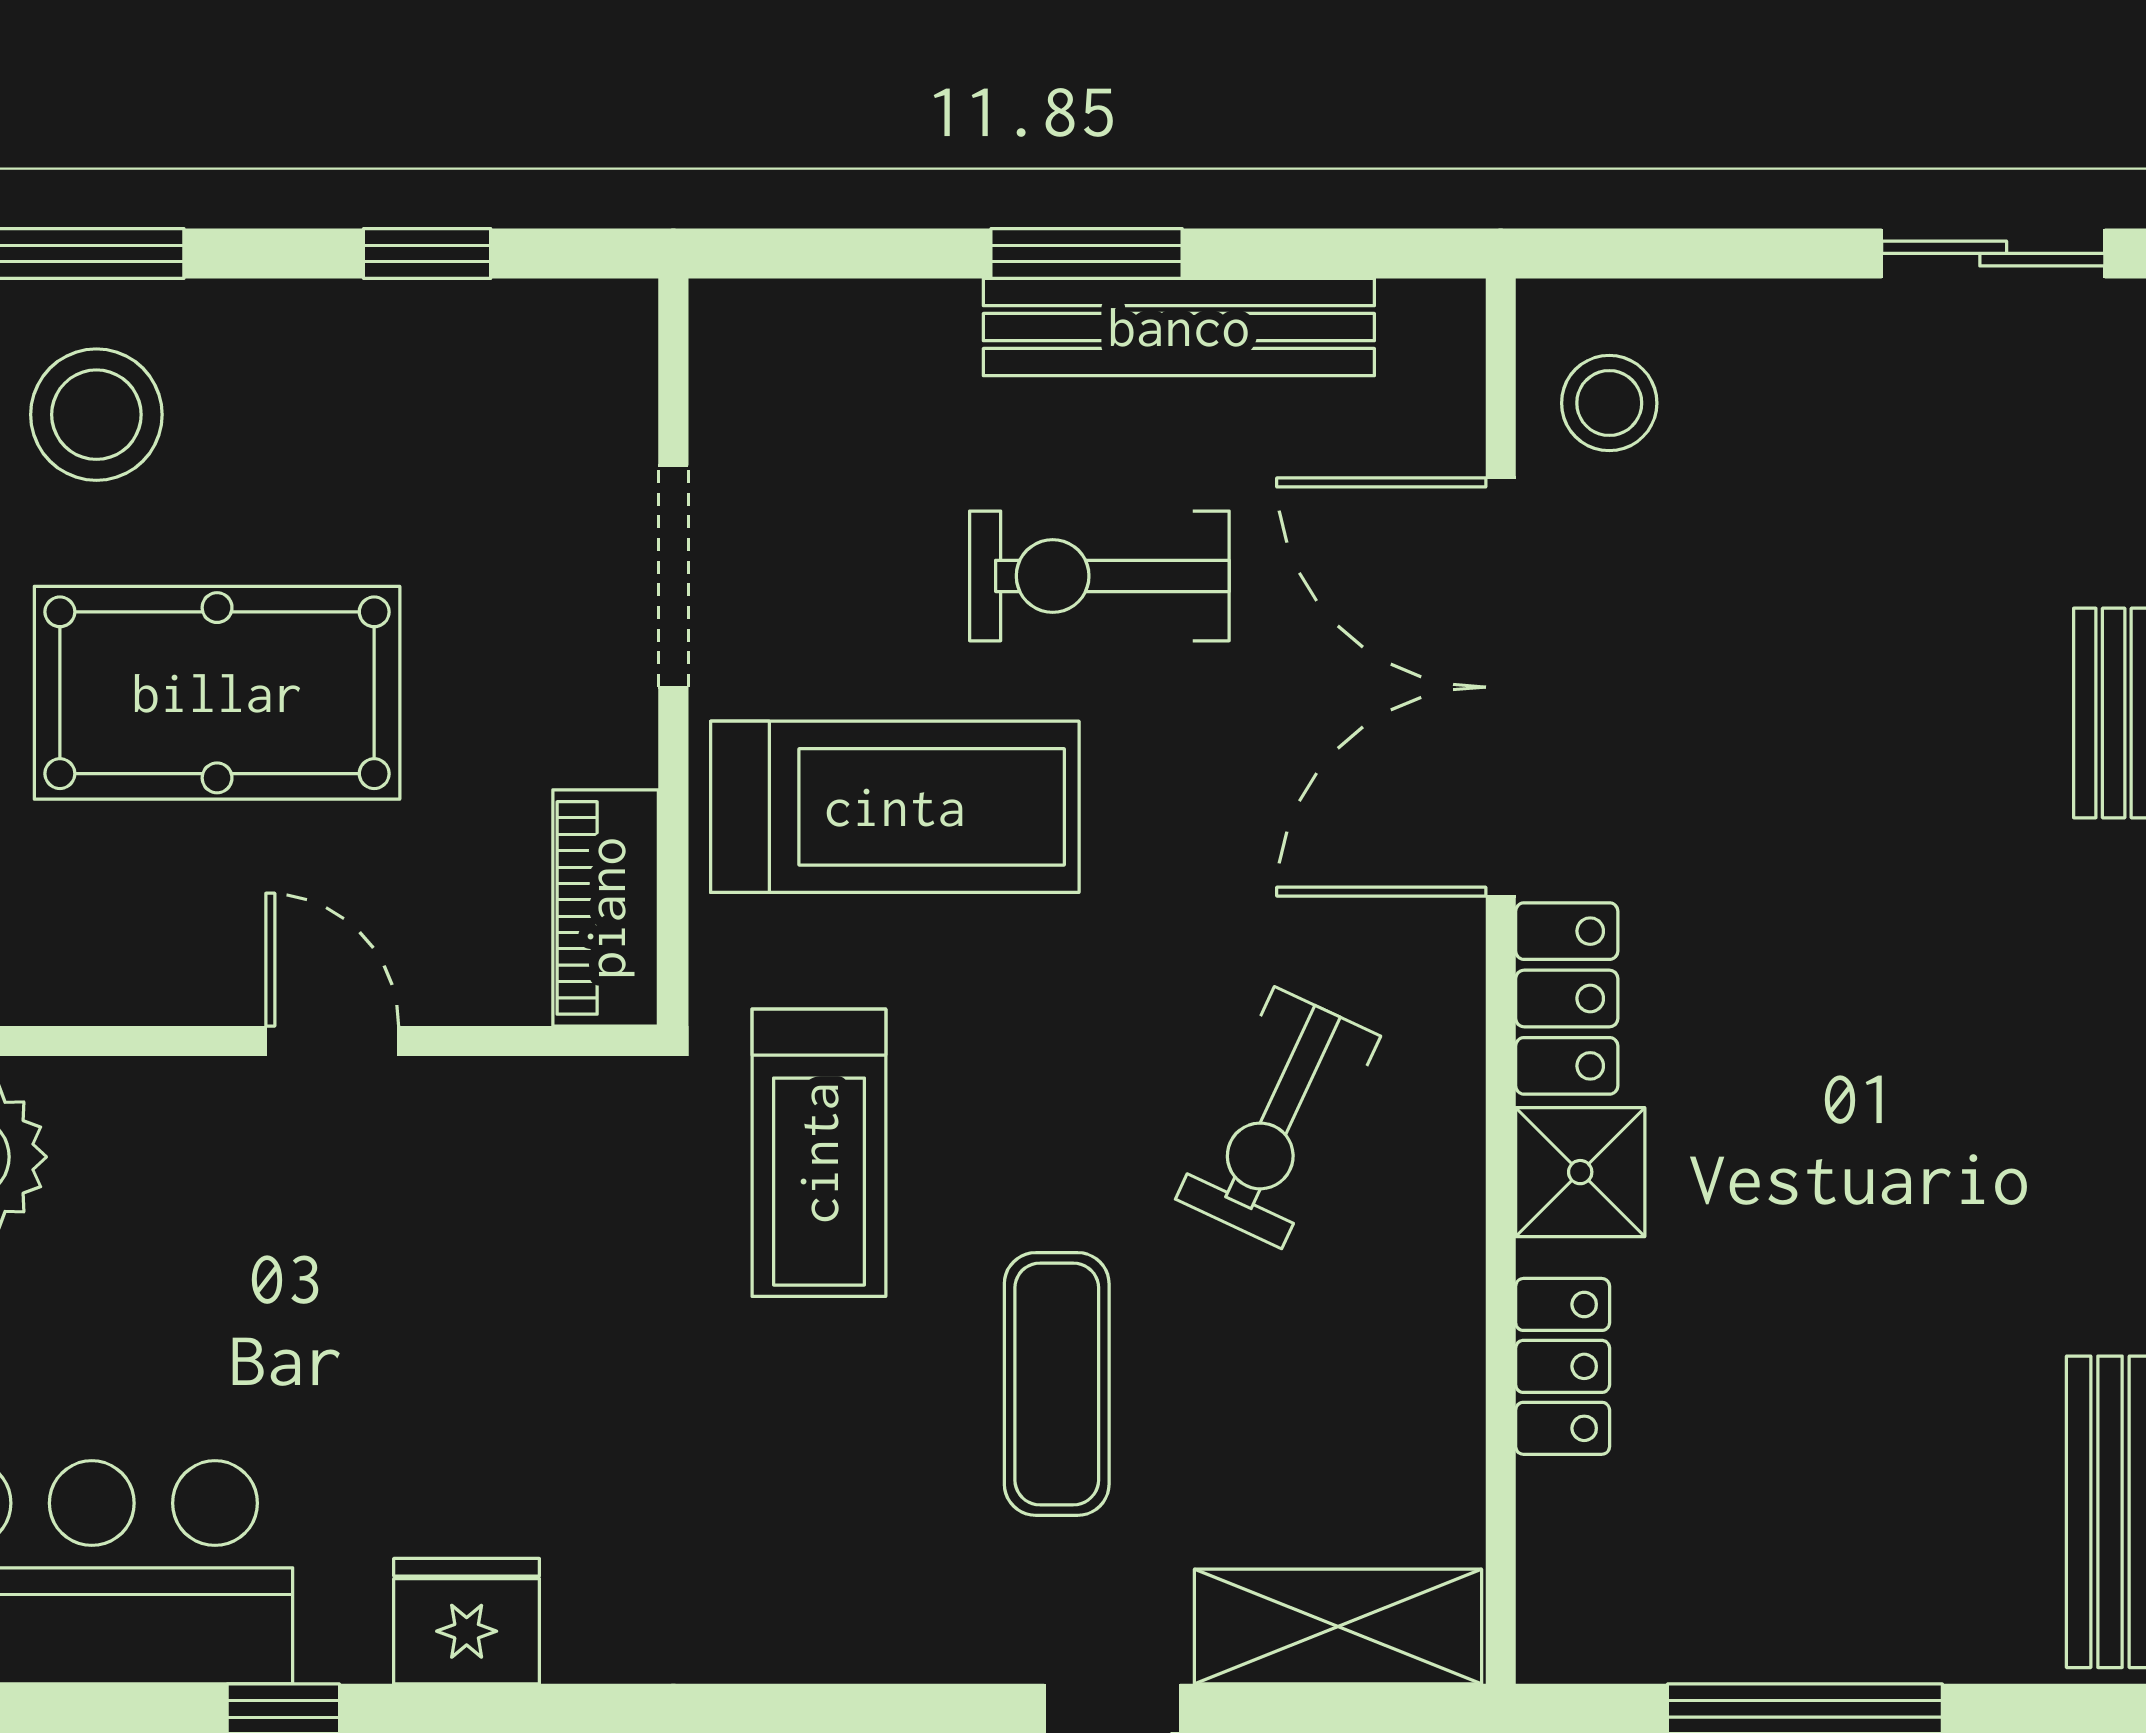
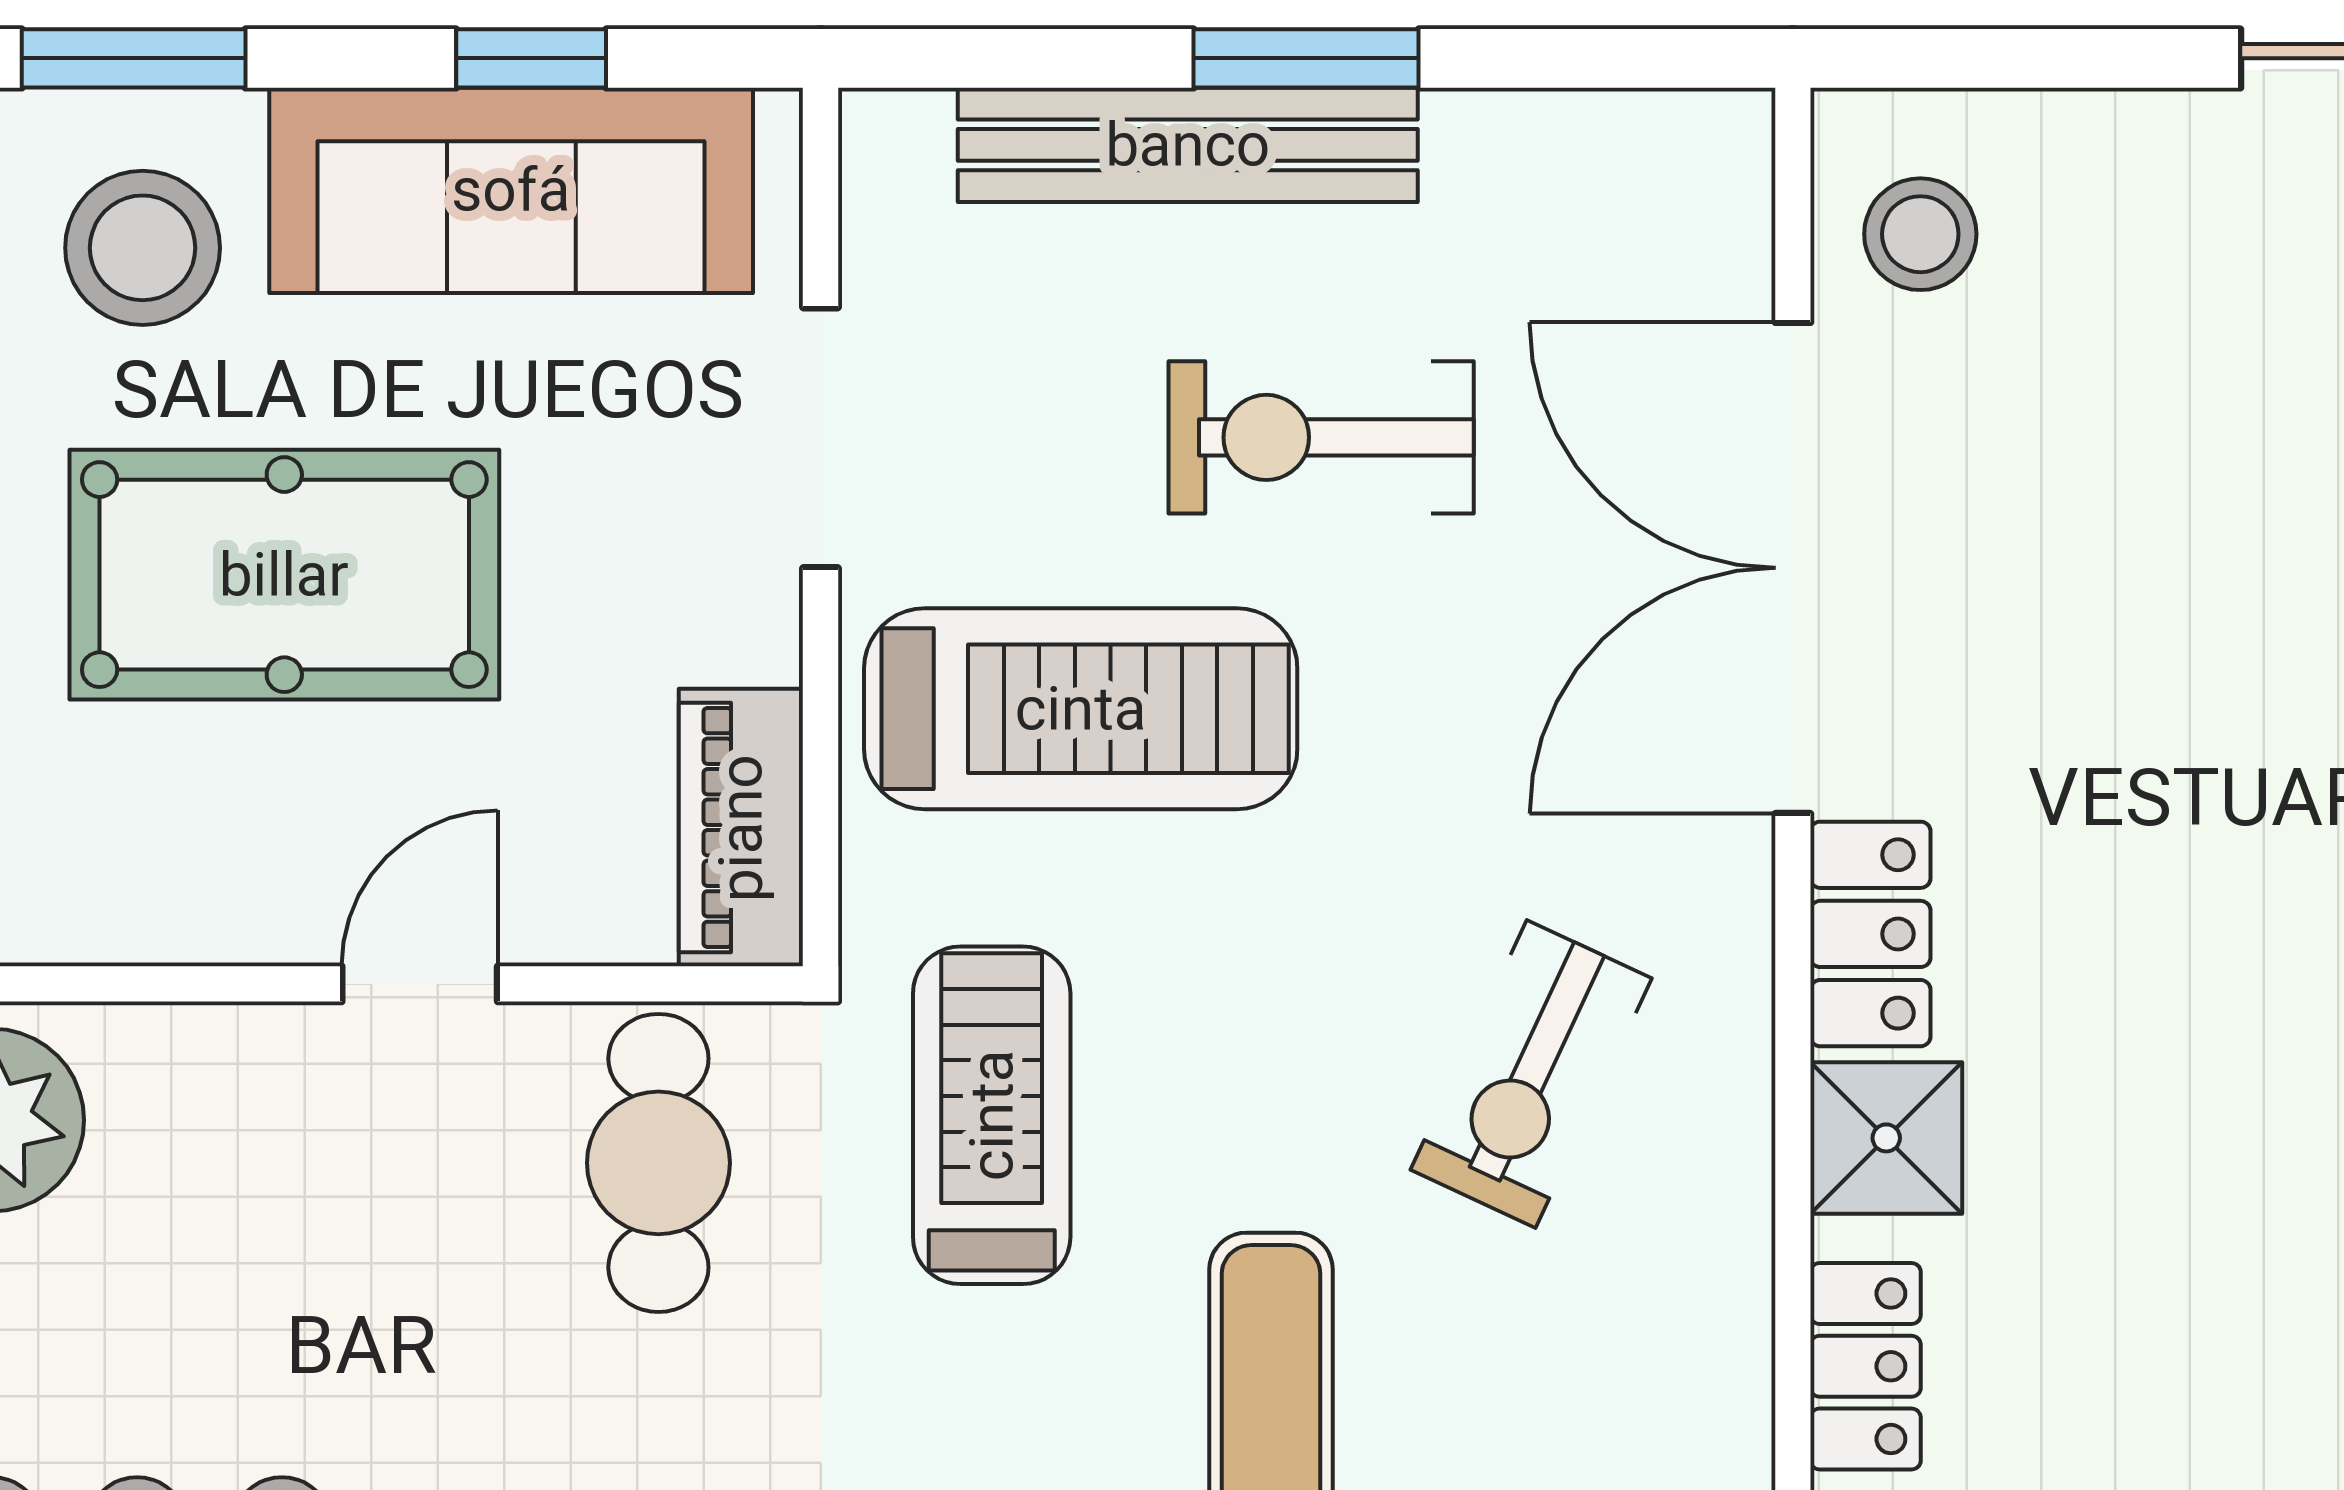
bench: (1179, 327) -> (1188, 145), moved
sofa: (410, 366) -> (511, 190), added
door: (332, 1041) -> (420, 984), hinge flipped
treadmill: (819, 1153) -> (992, 1115), turned 180
cafe table: (535, 1193) -> (658, 1163), added

